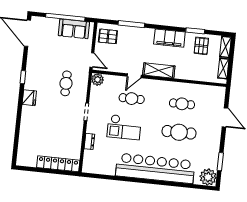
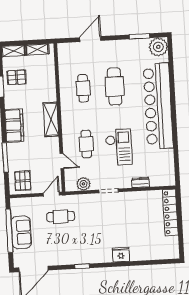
sofa: (74, 29) -> (21, 232), moved
filing cabinet: (169, 38) -> (14, 126), moved
door: (134, 76) -> (62, 161), moved
plant: (97, 80) -> (83, 184), moved
cafe table: (66, 83) -> (61, 217), moved
fridge: (29, 98) -> (121, 255), moved

